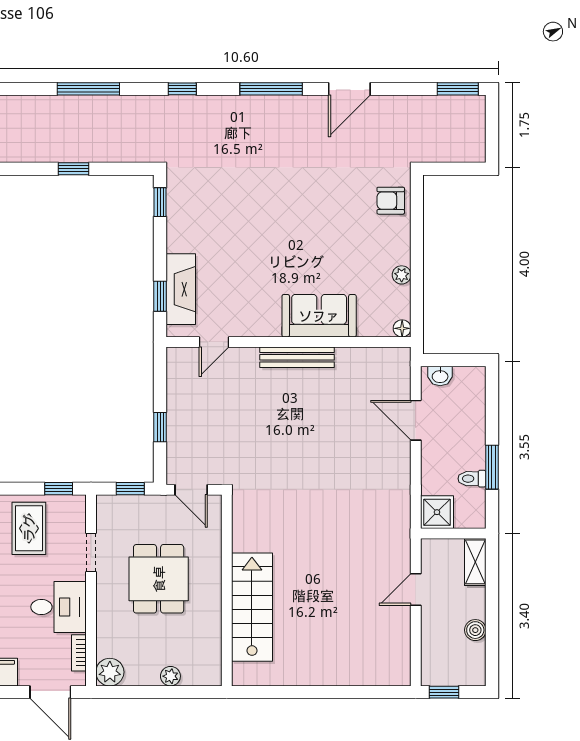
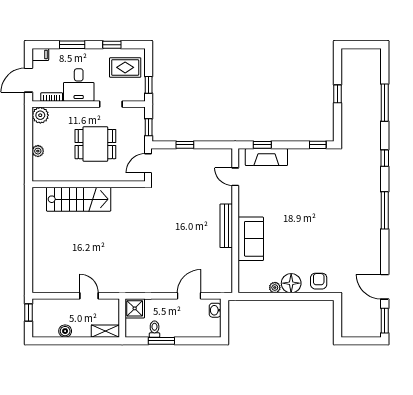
door: (349, 89) -> (385, 287), moved
floor lamp: (402, 328) -> (291, 283), moved, width x1.89, depth x1.89

